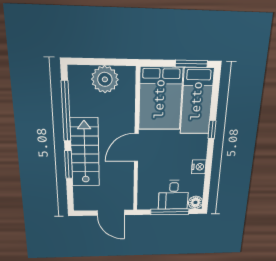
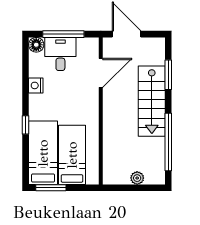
plant: (105, 79) -> (137, 178), width x0.53, depth x0.53
bed: (160, 99) -> (72, 155), width x0.67
door: (136, 147) -> (101, 73), moved
window: (69, 165) -> (168, 75), moved

